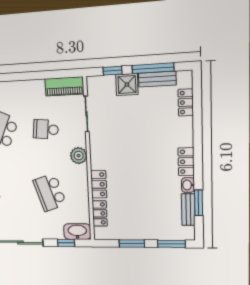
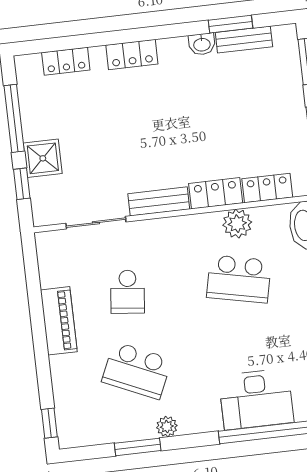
bench: (157, 79) -> (159, 201), moved, turned 90
piano: (64, 86) -> (59, 321), moved
plant: (79, 156) -> (237, 224), moved
locker: (186, 162) -> (132, 55), moved
school desk: (50, 192) -> (239, 279), turned 30

